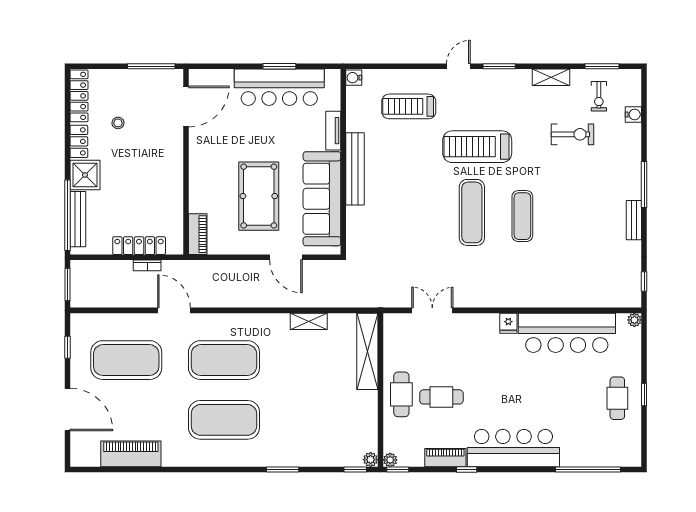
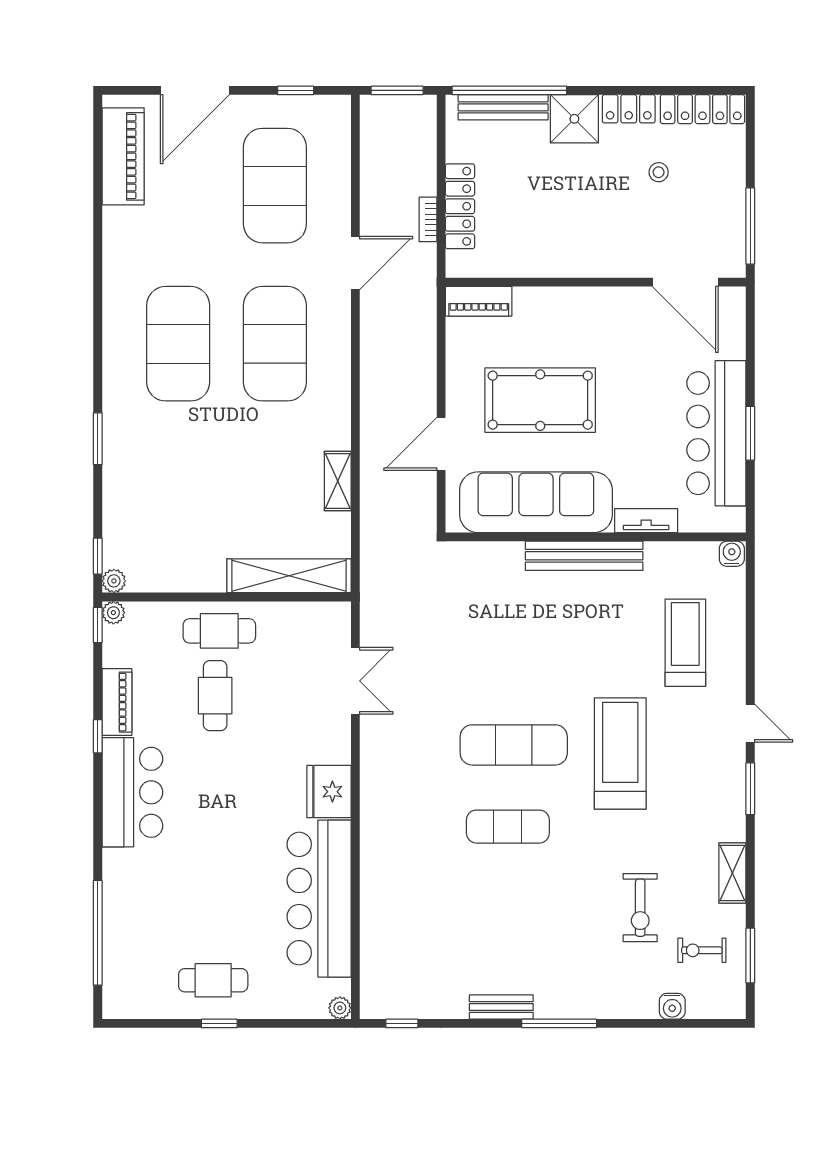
fridge: (508, 323) -> (329, 792), width x1.88, depth x1.34
bar counter: (513, 448) -> (132, 792), width x0.73
piano: (131, 454) -> (123, 156), moved

